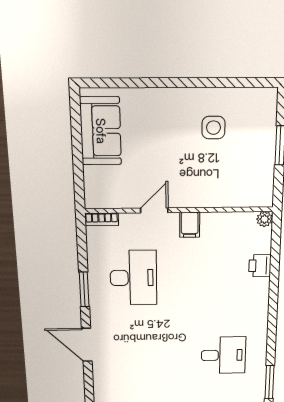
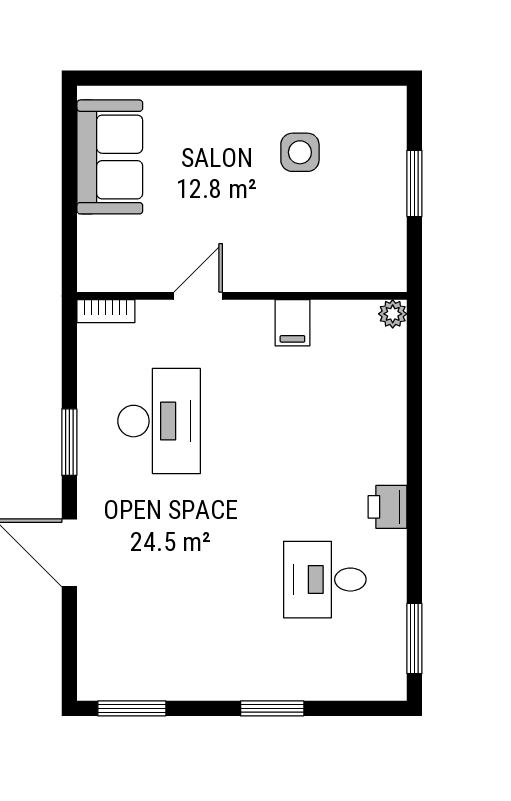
filing cabinet: (190, 225) -> (292, 323), moved
printer: (260, 266) -> (388, 507), moved
desk: (223, 355) -> (325, 580), turned 180

